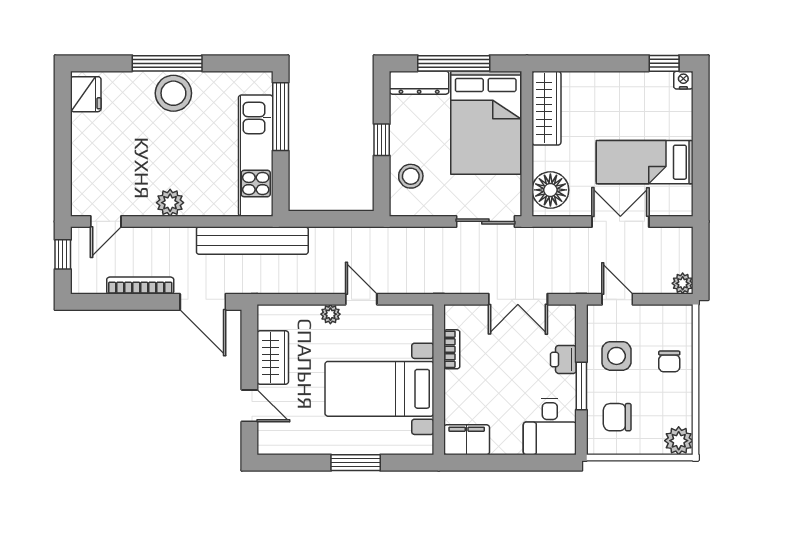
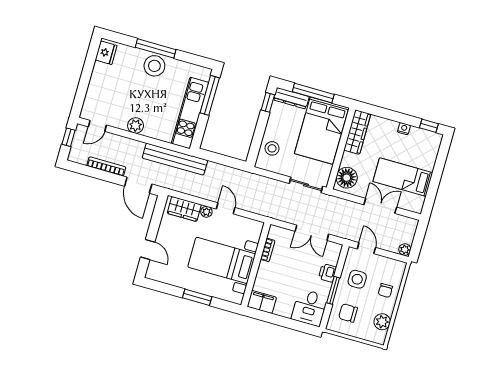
nightstand: (683, 80) -> (404, 129), moved
window: (382, 140) -> (268, 102), moved
wardrobe: (273, 357) -> (184, 209), moved, turned 90
plant: (679, 441) -> (382, 322), moved

